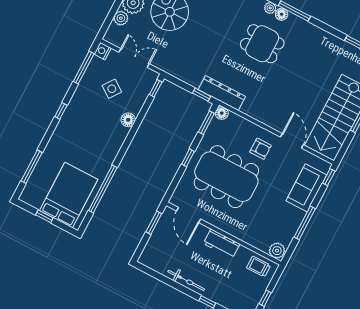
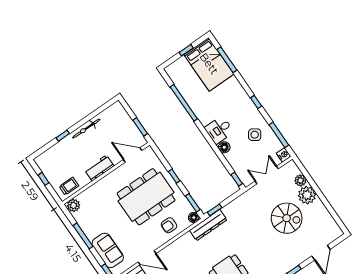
double door: (134, 58) -> (267, 175), swing flipped
side table: (112, 89) -> (255, 135), moved
desk: (112, 135) -> (219, 130), added
armchair: (261, 149) -> (169, 225), moved
bed: (69, 195) -> (209, 64), moved

